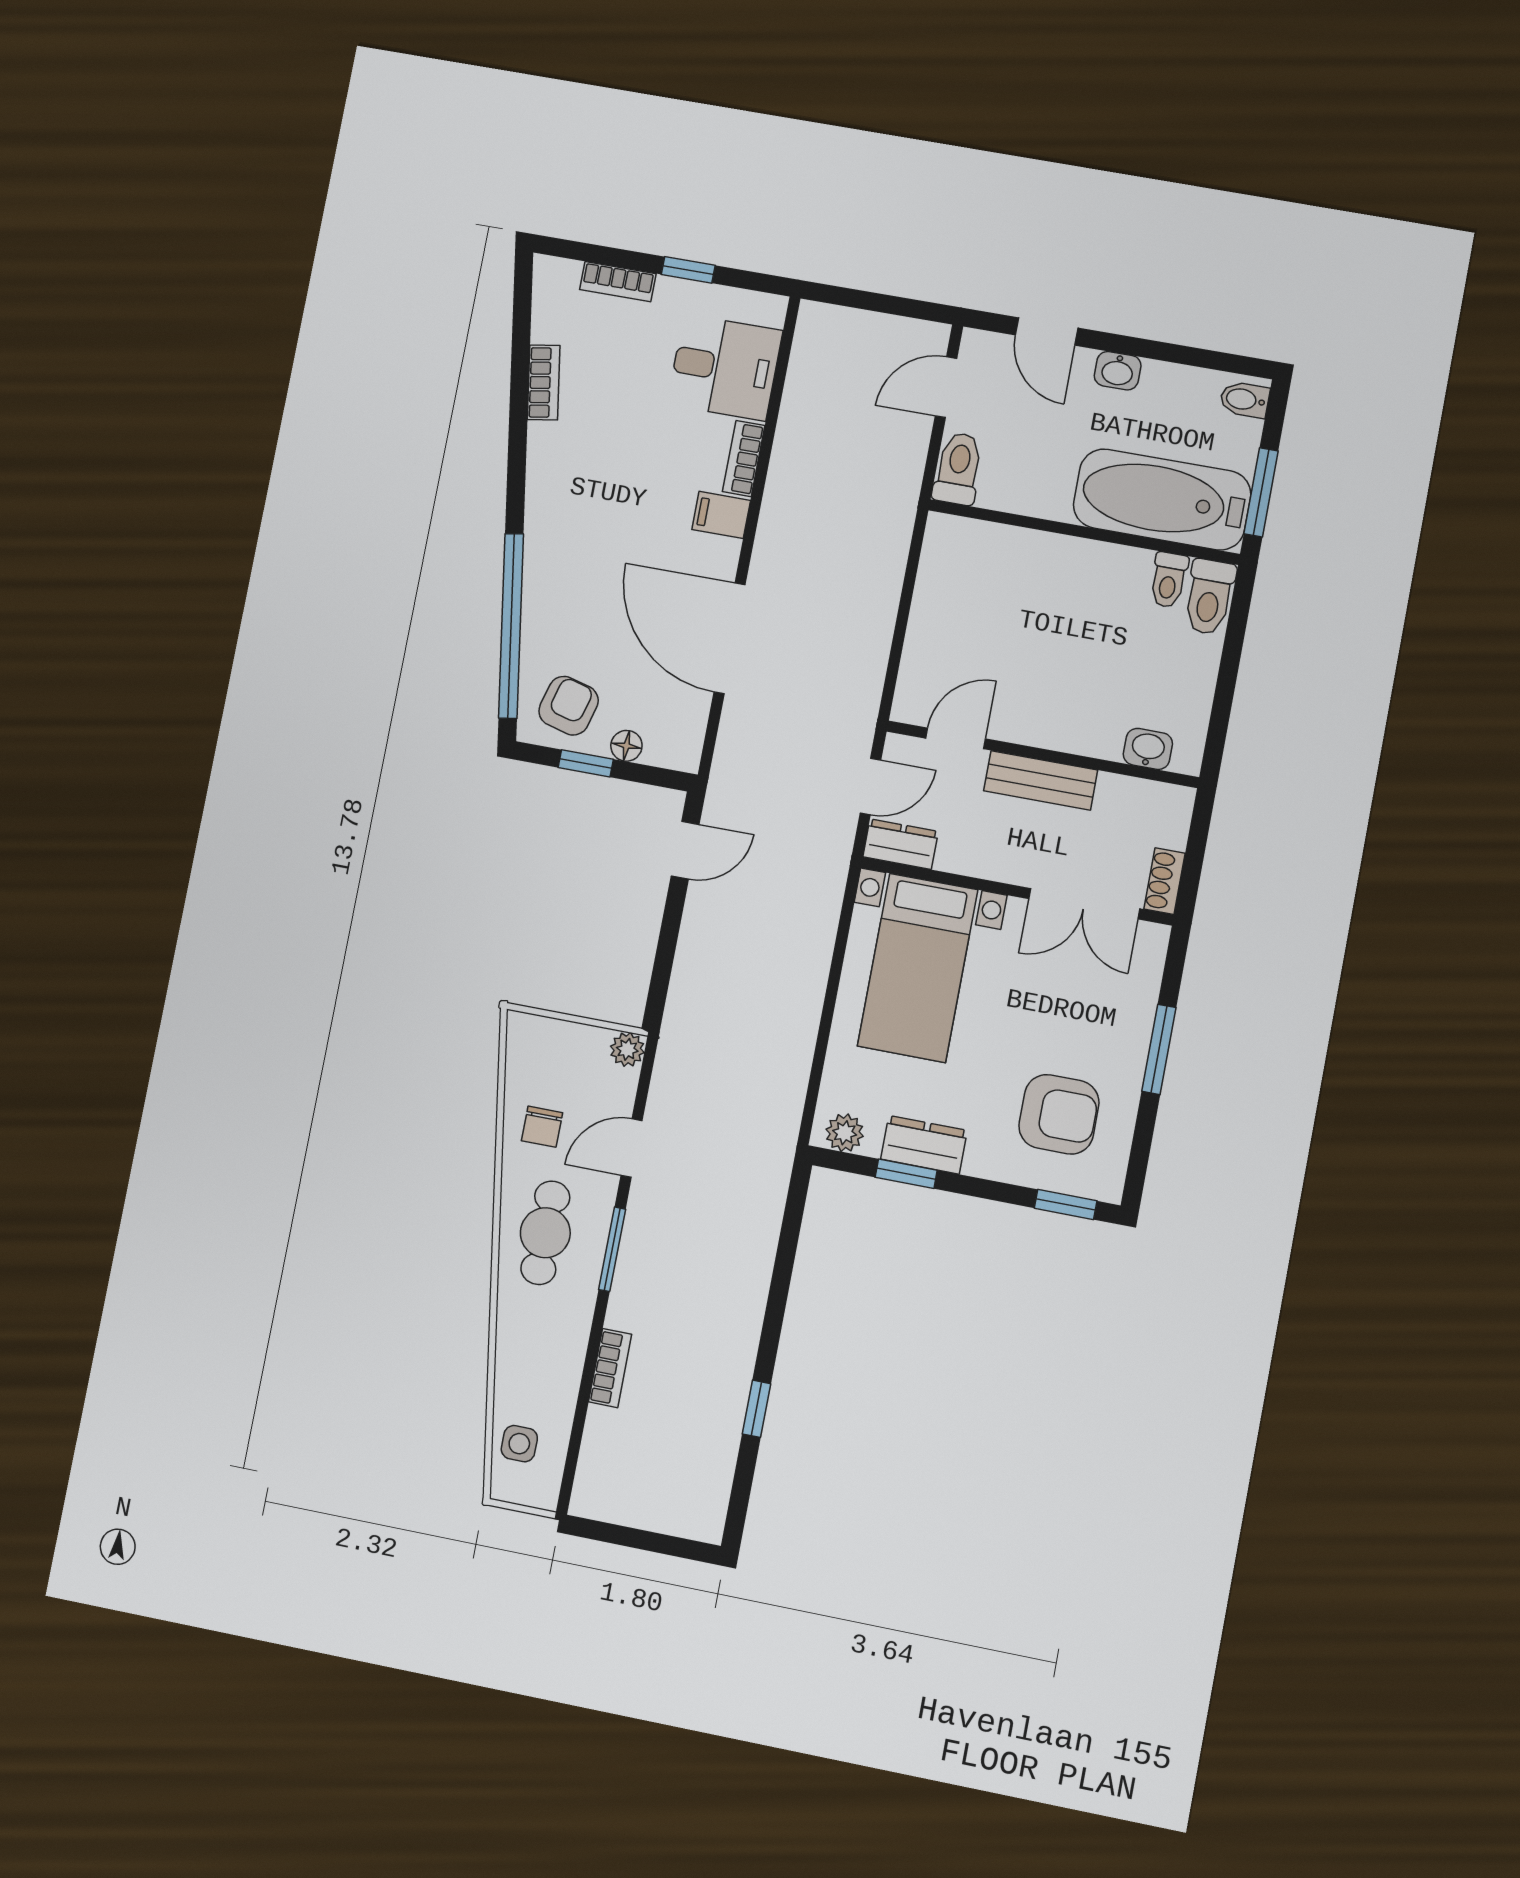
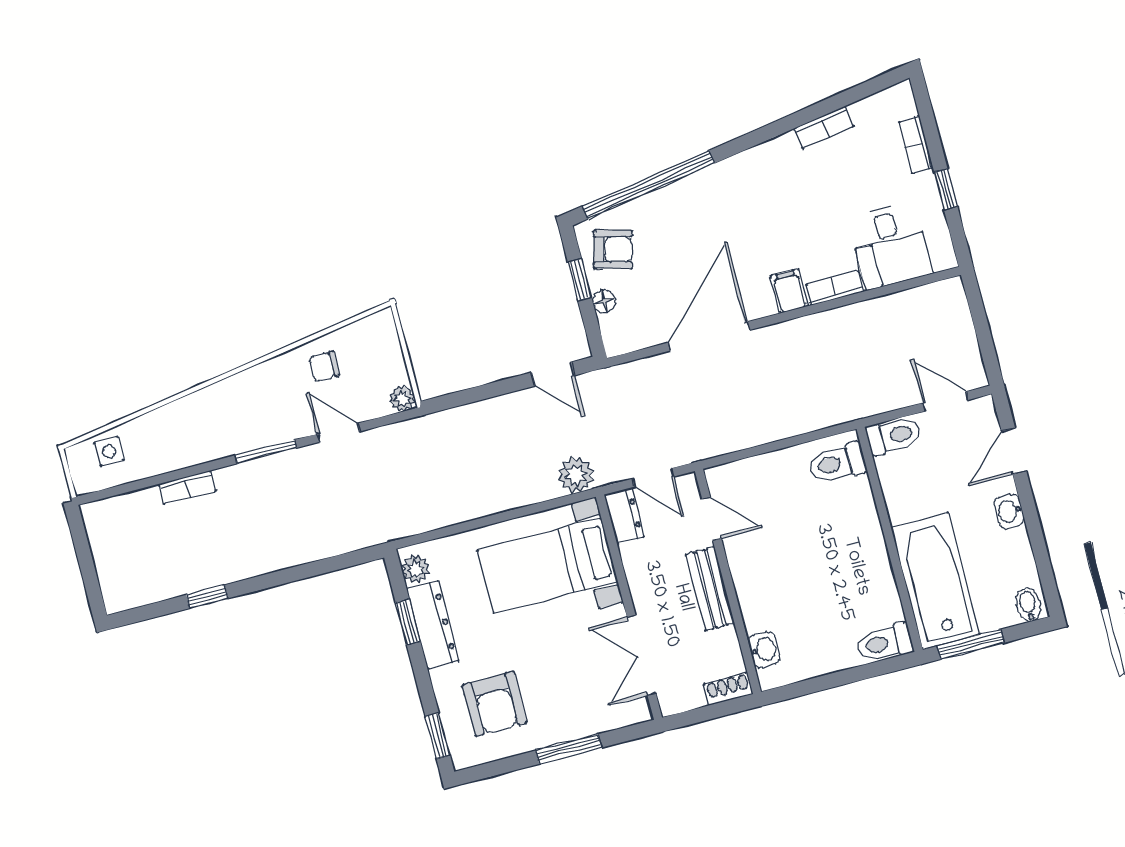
toilet: (1169, 580) -> (837, 463), moved, width x1.37, depth x1.39
plant: (822, 880) -> (576, 475), added
shoe rack: (1165, 881) -> (728, 689), moved
dresser: (924, 1145) -> (433, 625), width x1.44
cafe table: (545, 1233) -> (255, 402), removed

